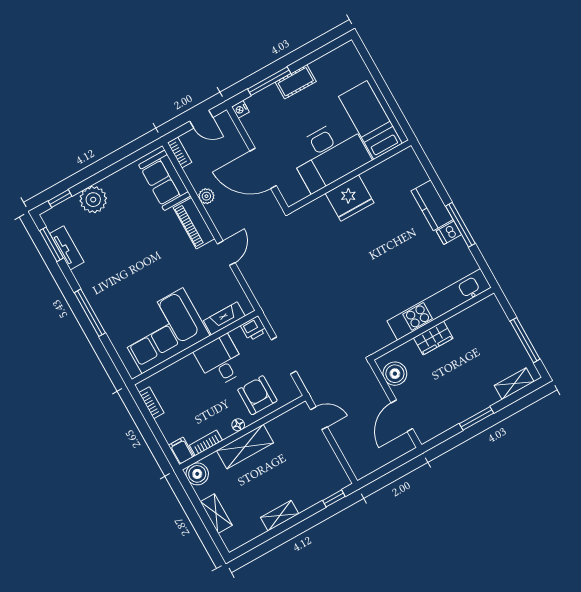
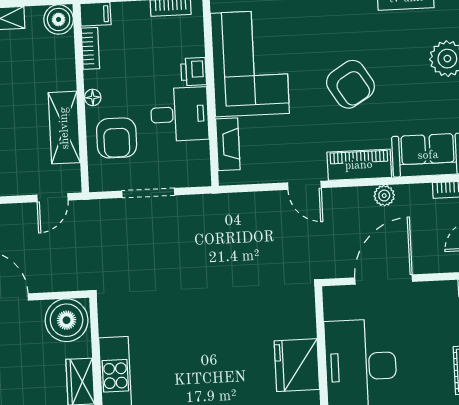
armchair: (143, 256) -> (350, 84), added
printer: (254, 328) -> (194, 72), moved
boiler: (395, 374) -> (67, 320), width x1.37, depth x1.37
armchair: (257, 395) -> (117, 138), turned 90
shelving: (245, 447) -> (64, 128), moved

